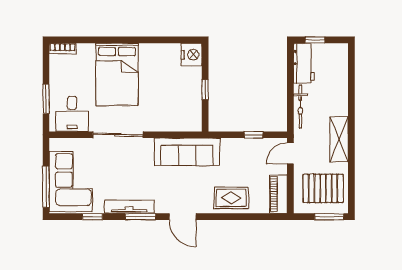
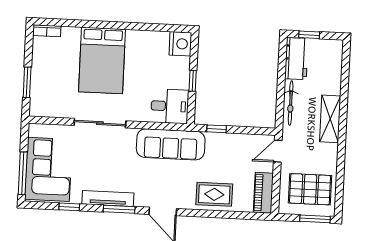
desk: (72, 114) -> (170, 106), moved, turned -90
window: (254, 135) -> (217, 129), moved
shelving: (339, 139) -> (330, 119), moved

